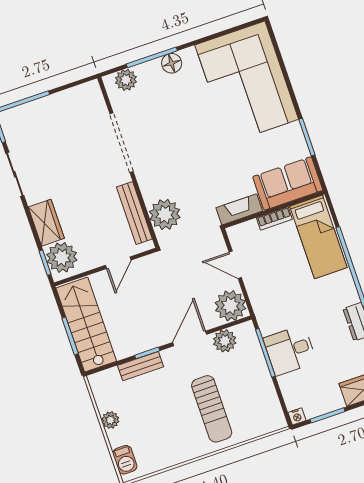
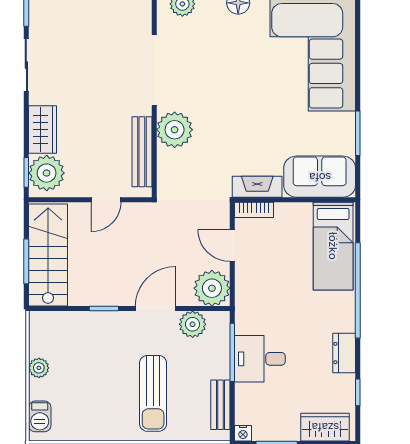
plant: (165, 214) -> (175, 130), moved
bookcase: (274, 218) -> (254, 210), moved
bench: (141, 366) -> (220, 405), moved, turned 90

